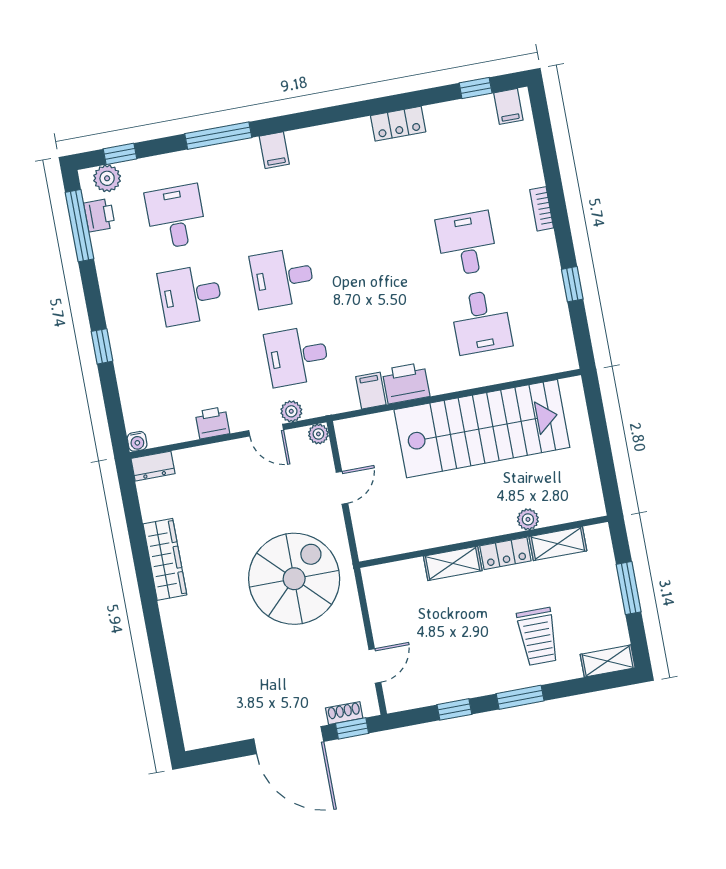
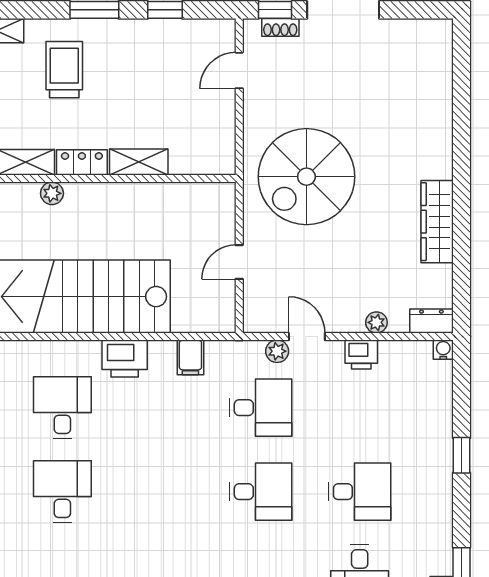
desk: (467, 244) -> (62, 492), turned 180
printer: (406, 383) -> (125, 359), moved
plant: (318, 434) -> (376, 322), moved

